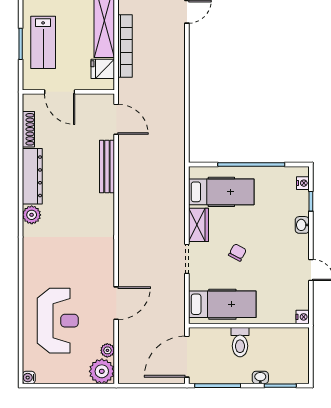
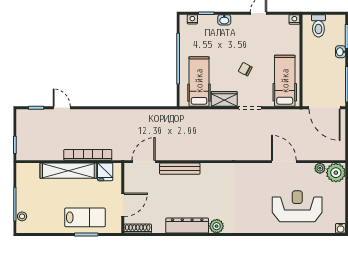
shoe rack: (28, 129) -> (138, 229), moved
toilet: (240, 342) -> (318, 26), moved, turned 90

